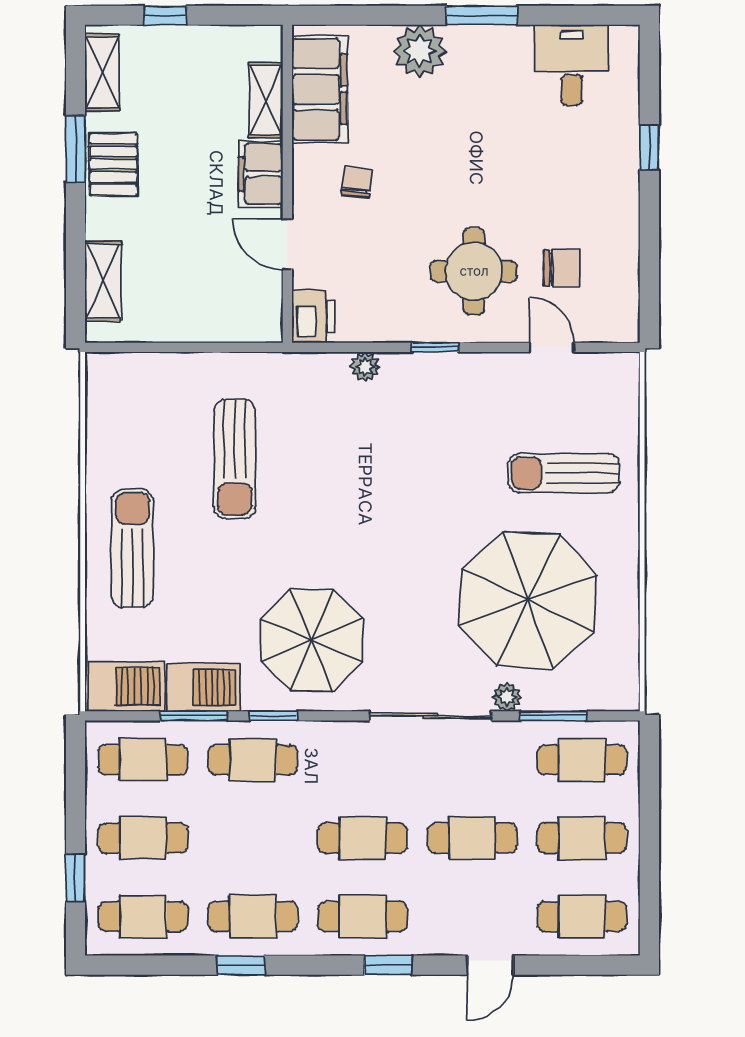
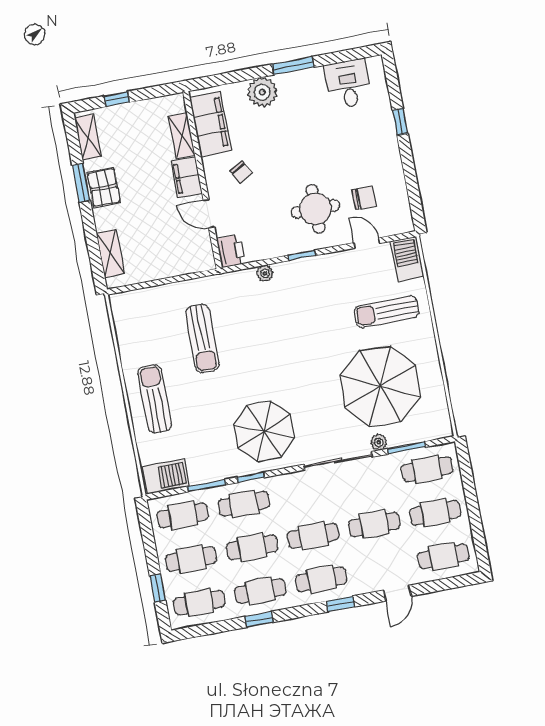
chair: (357, 182) -> (241, 172), turned 144
barbecue: (204, 688) -> (407, 259), moved, turned -90
cafe table: (253, 838) -> (252, 547), added

